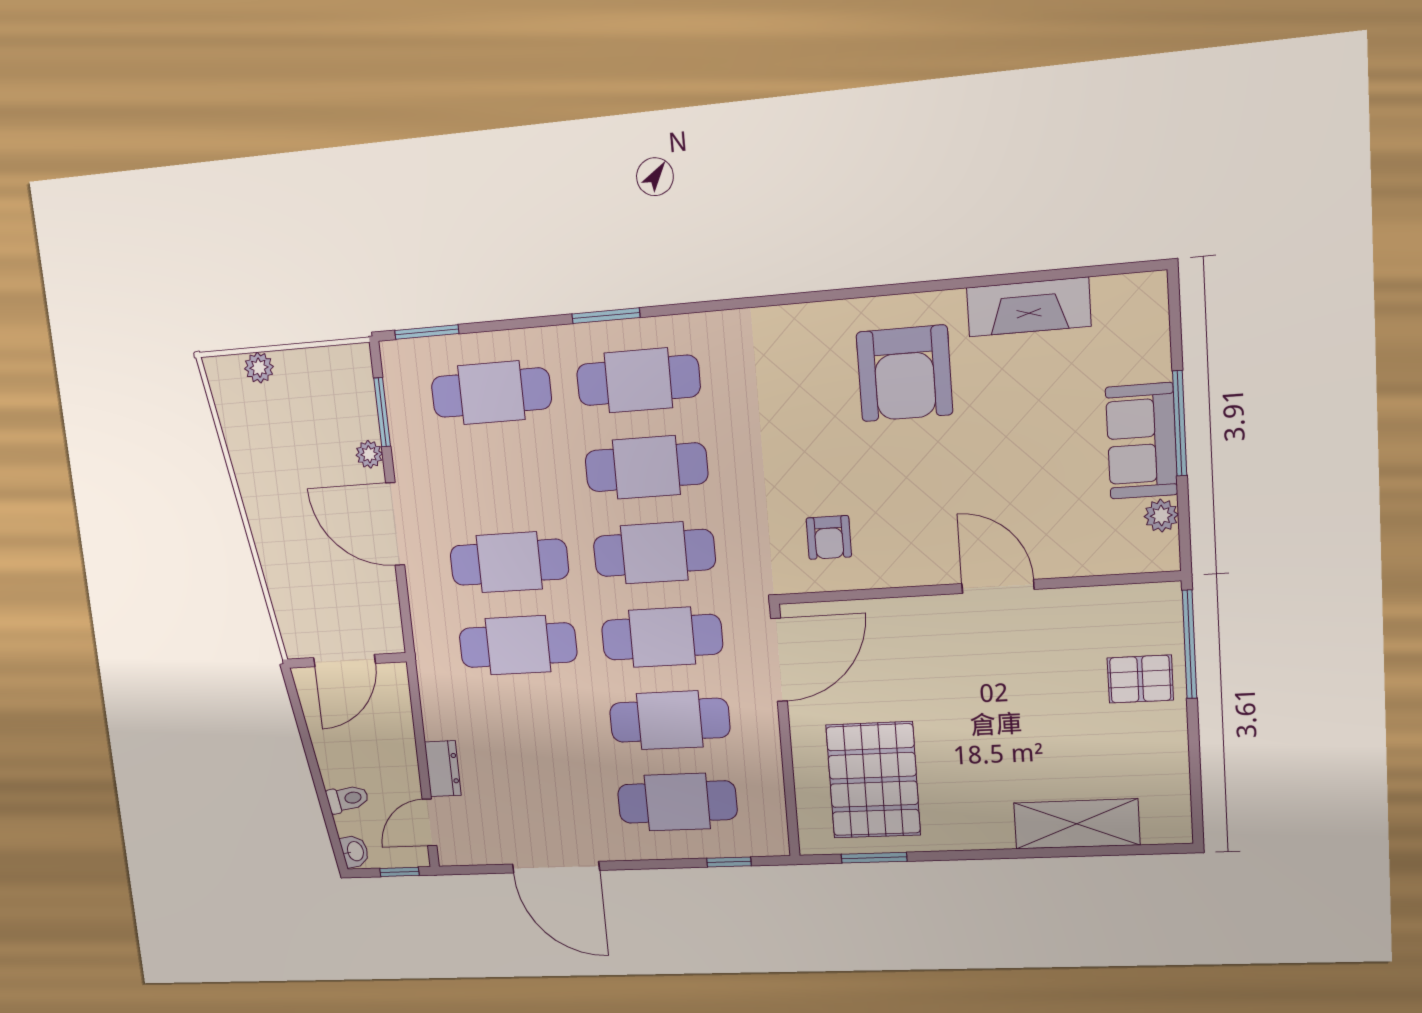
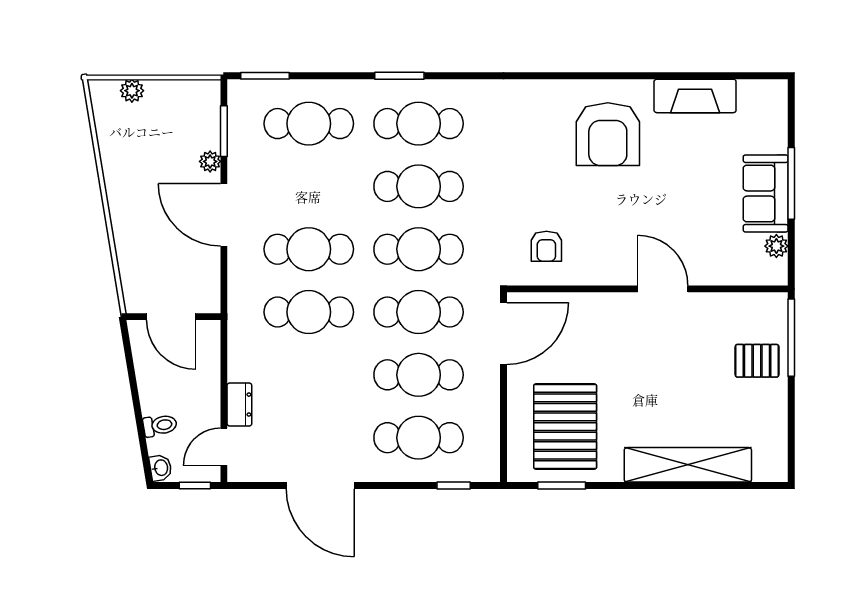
door: (344, 661) -> (171, 317), hinge flipped
shelving: (1077, 824) -> (688, 465), width x1.47

